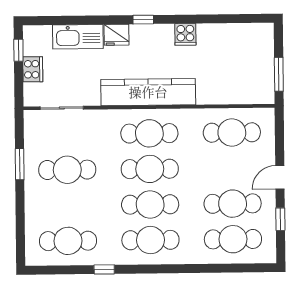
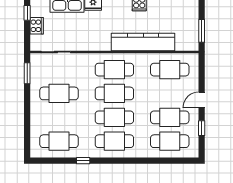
kitchen counter: (148, 92) -> (143, 42), moved
window: (20, 164) -> (27, 73), moved

